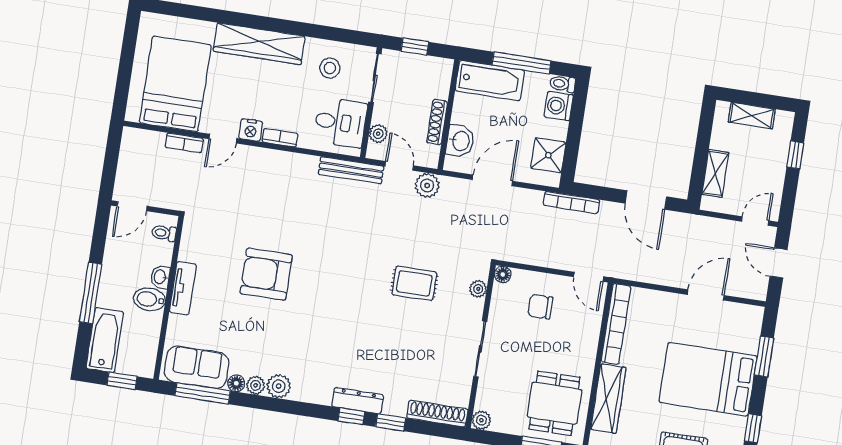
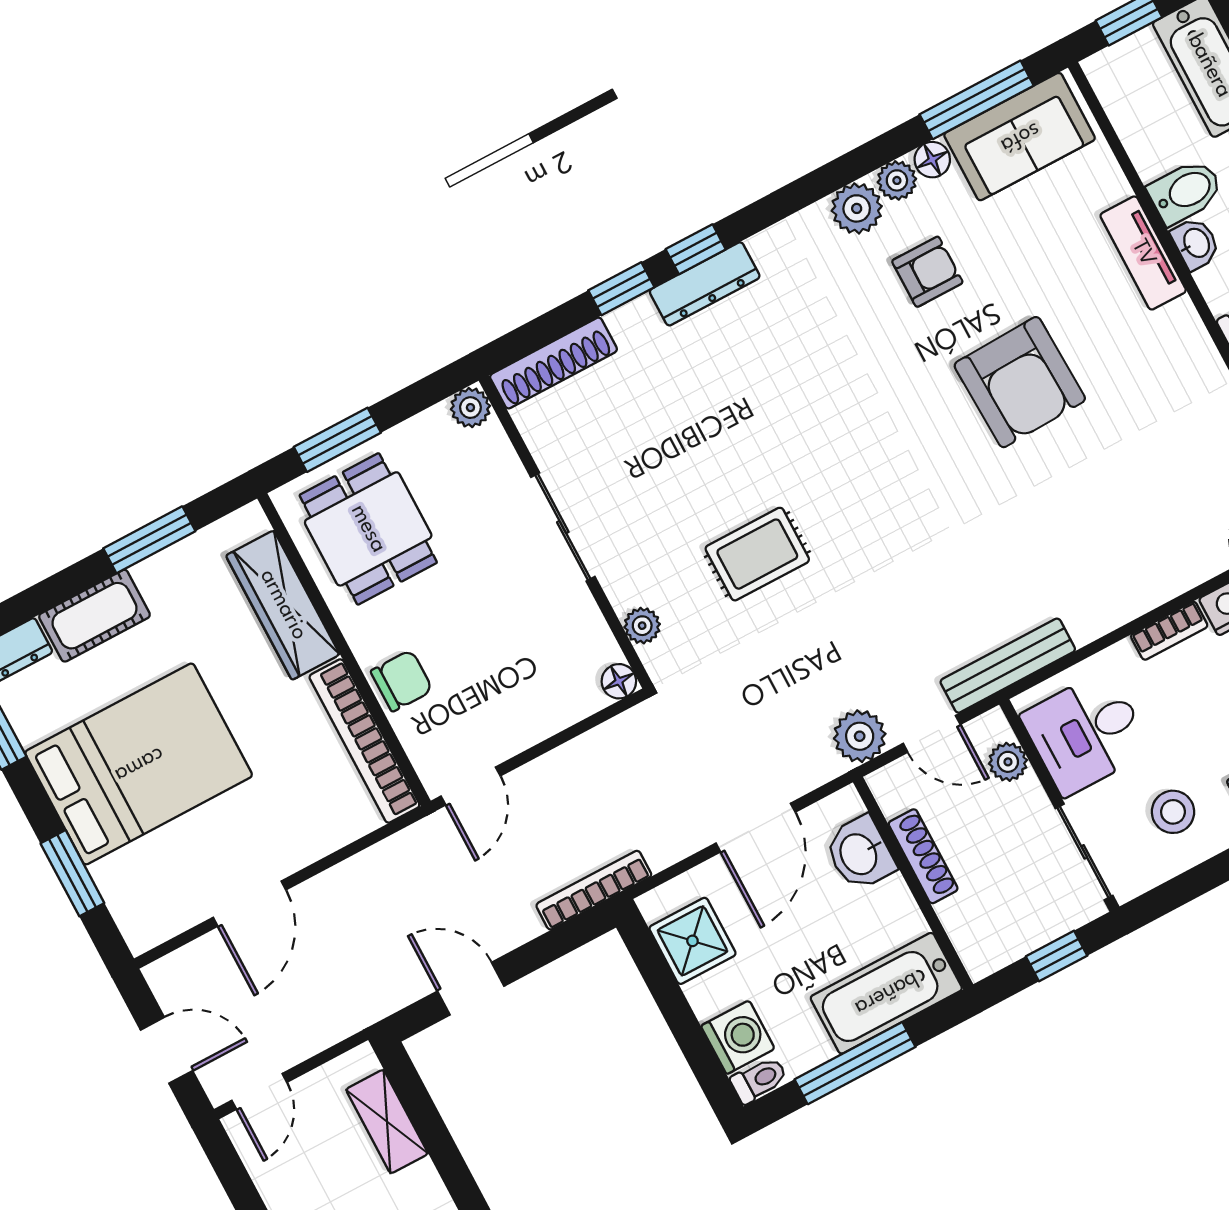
door: (646, 200) -> (471, 989), width x0.73
armchair: (266, 274) -> (1020, 382), turned 88
door: (589, 277) -> (471, 786), swing flipped
chair: (540, 307) -> (402, 681), moved
armchair: (270, 342) -> (927, 272), added

